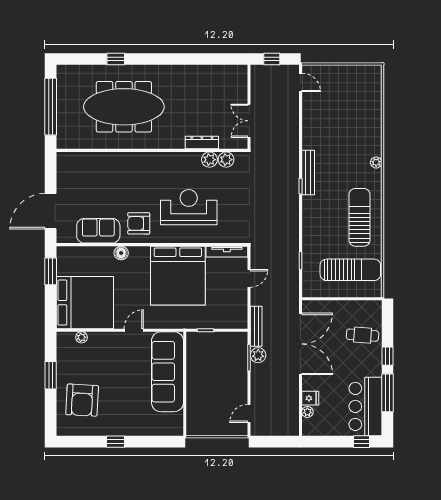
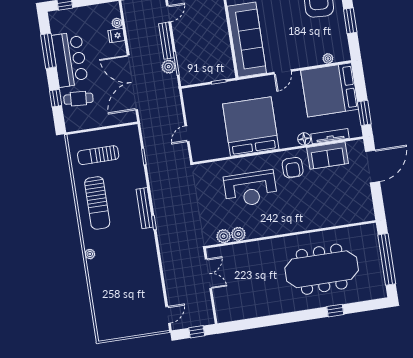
door: (300, 82) -> (168, 315), swing flipped
dresser: (202, 143) -> (247, 248), removed
bench: (308, 172) -> (145, 208), moved
armchair: (139, 223) -> (293, 168), turned 90
tv unit: (227, 252) -> (330, 136), moved
sun lounger: (350, 270) -> (98, 155), width x0.73, depth x0.75
bench: (256, 326) -> (166, 41), moved
window: (387, 356) -> (56, 98), moved
bar counter: (365, 406) -> (70, 59), moved

